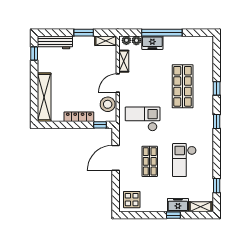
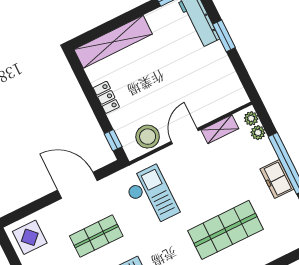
window: (84, 33) -> (224, 36), moved
shelving: (106, 41) -> (236, 90), removed
freezer: (152, 43) -> (277, 179), moved
door: (118, 83) -> (185, 136), hinge flipped
locker: (79, 117) -> (106, 97), width x0.66

